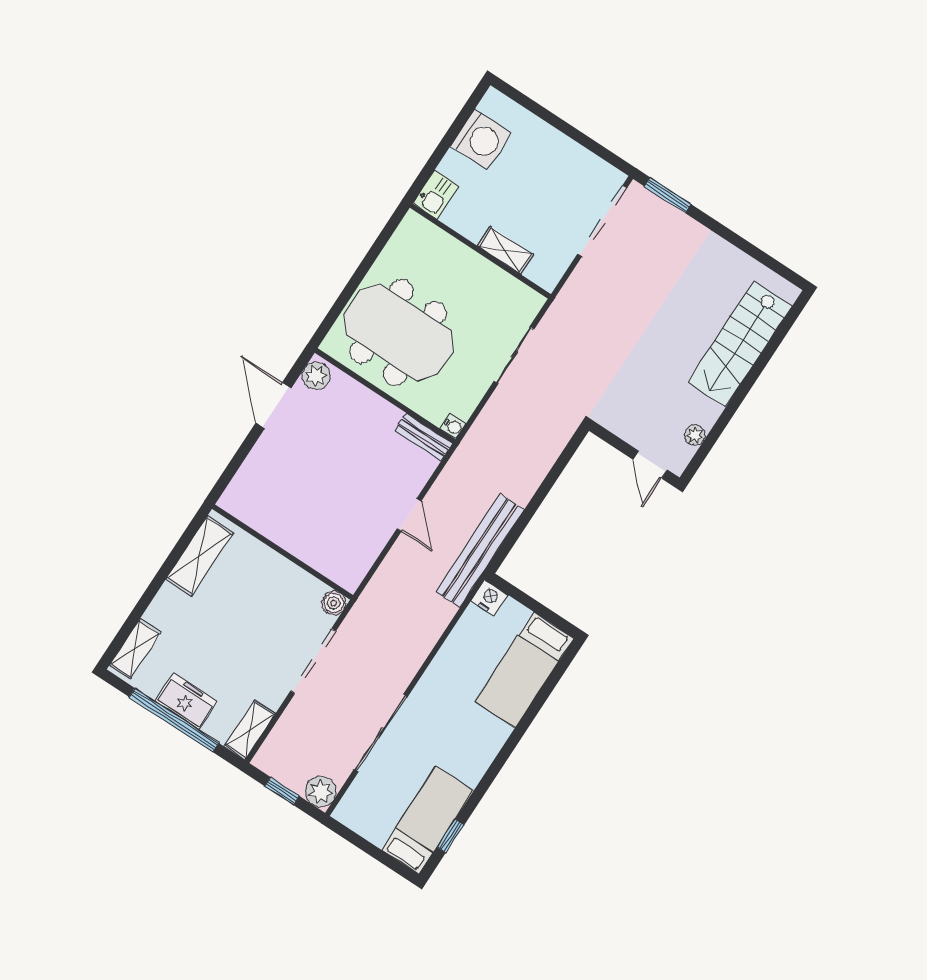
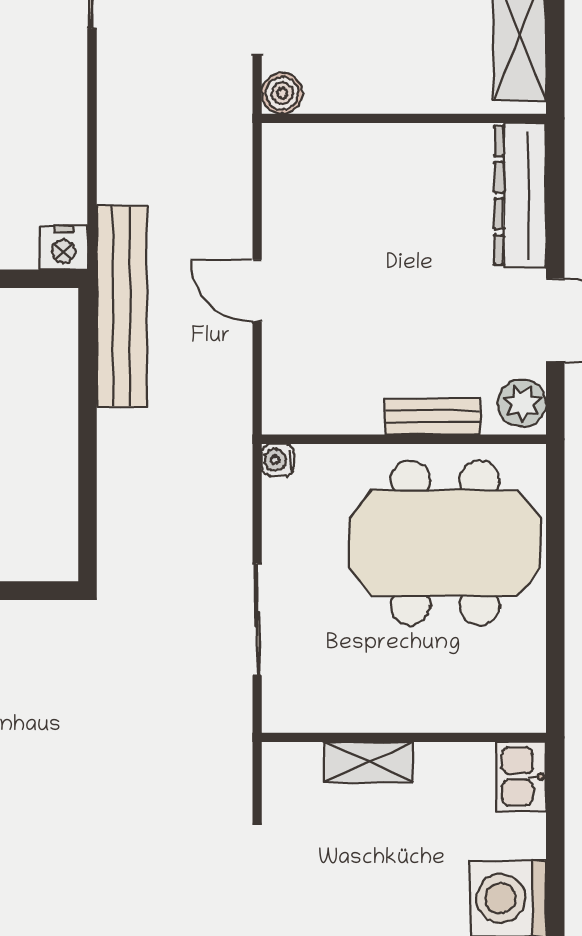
bench: (424, 437) -> (433, 417), moved
dresser: (251, 477) -> (520, 195), added

